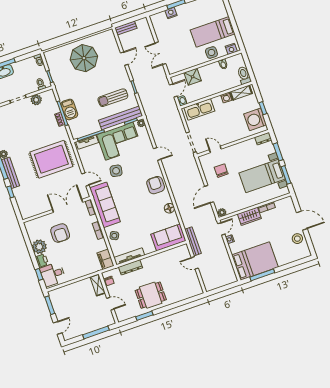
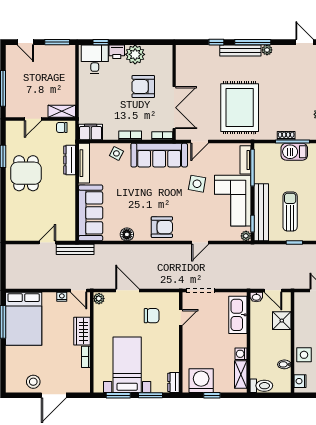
sofa: (168, 238) -> (91, 213), width x1.36

